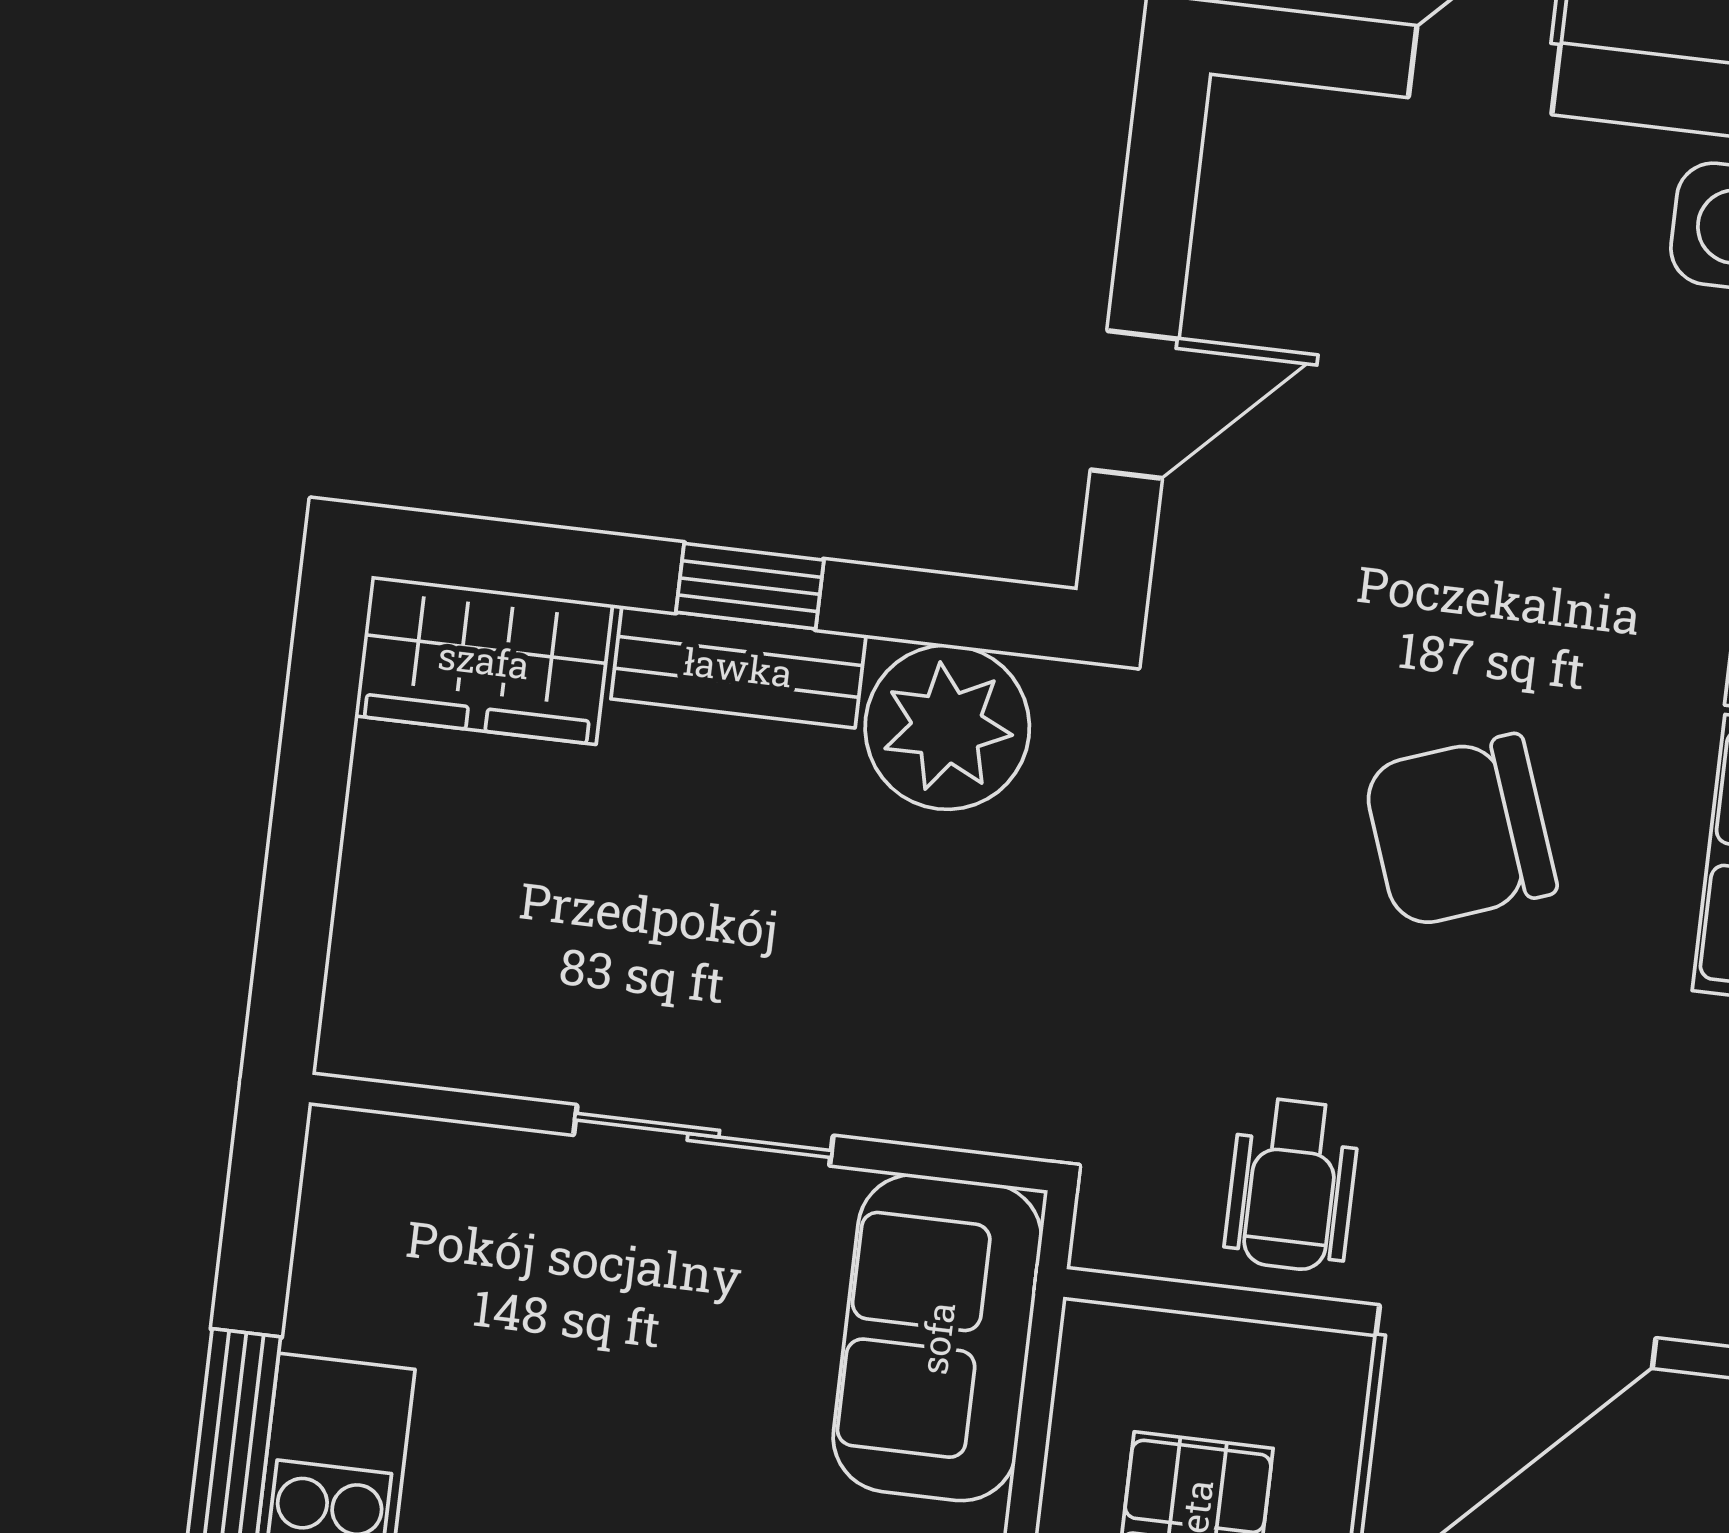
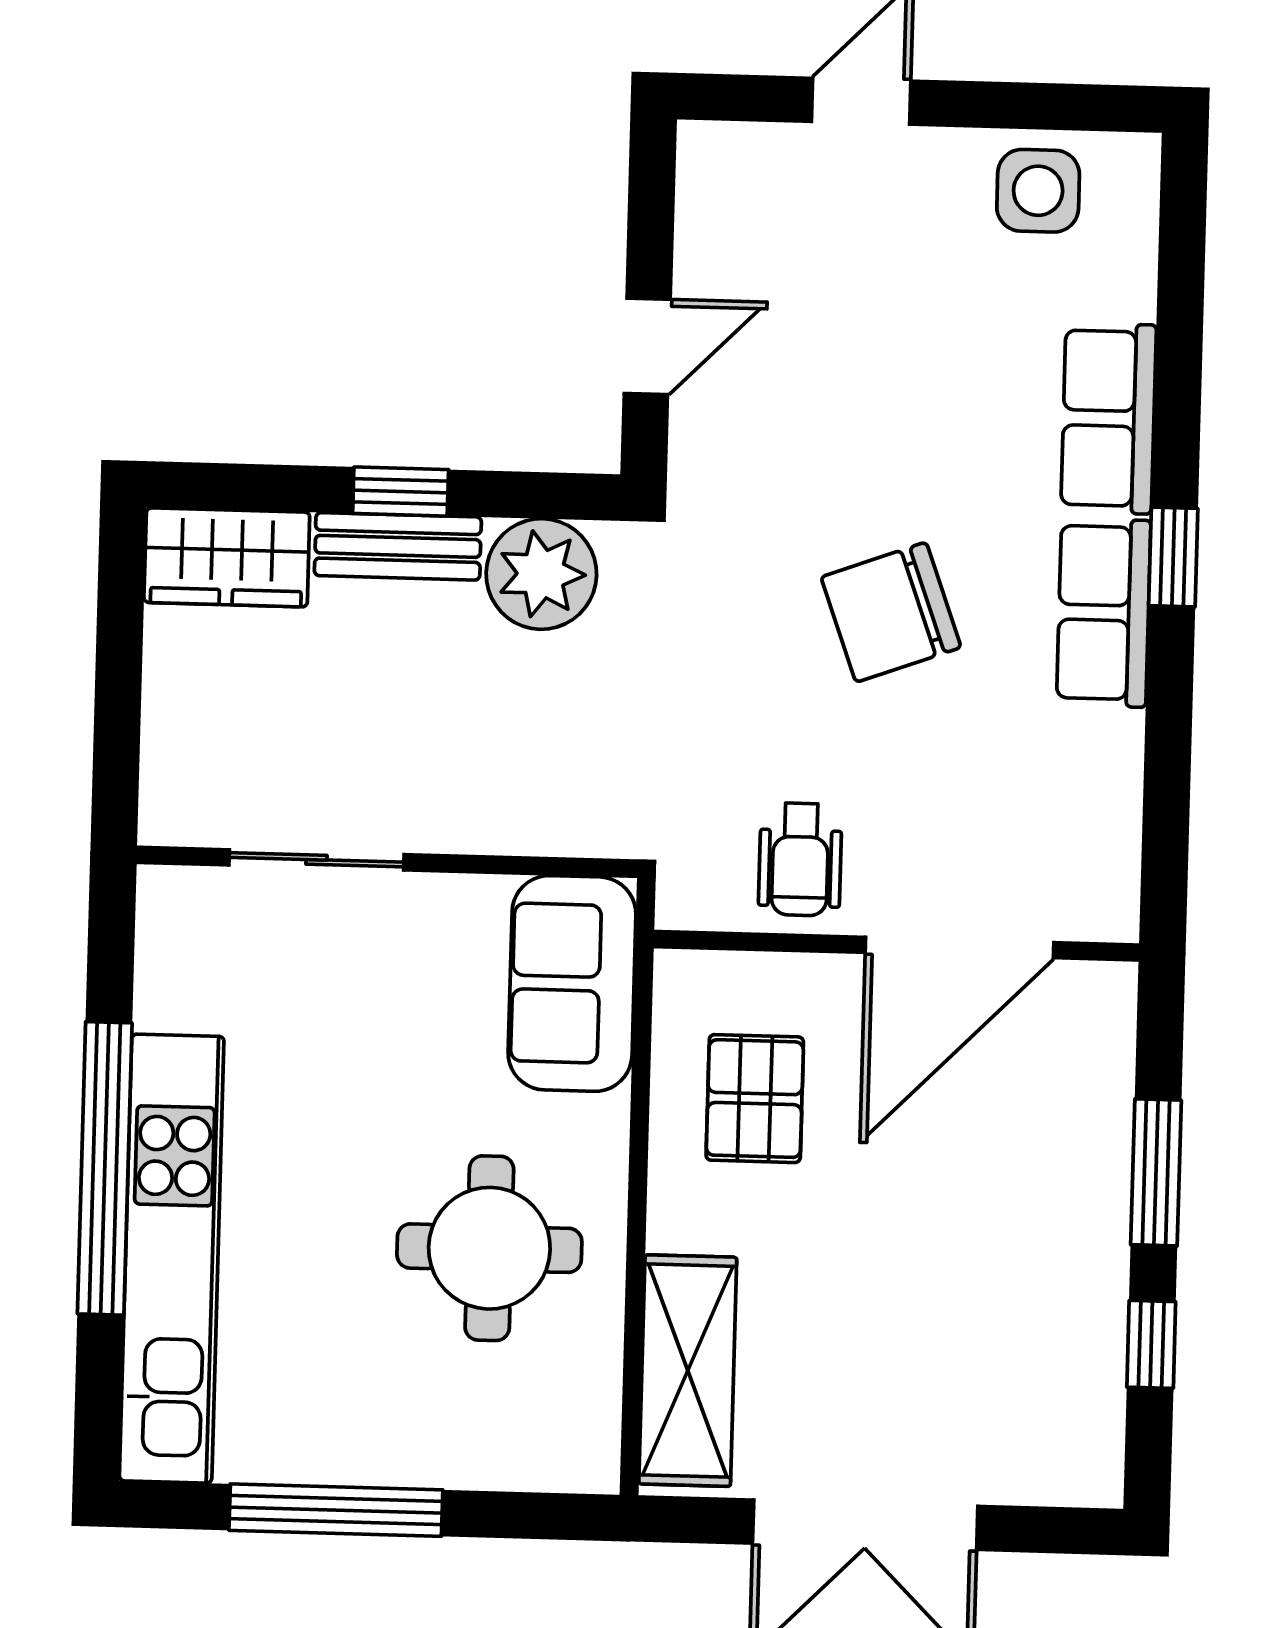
sliding door: (703, 1135) -> (317, 860), moved

